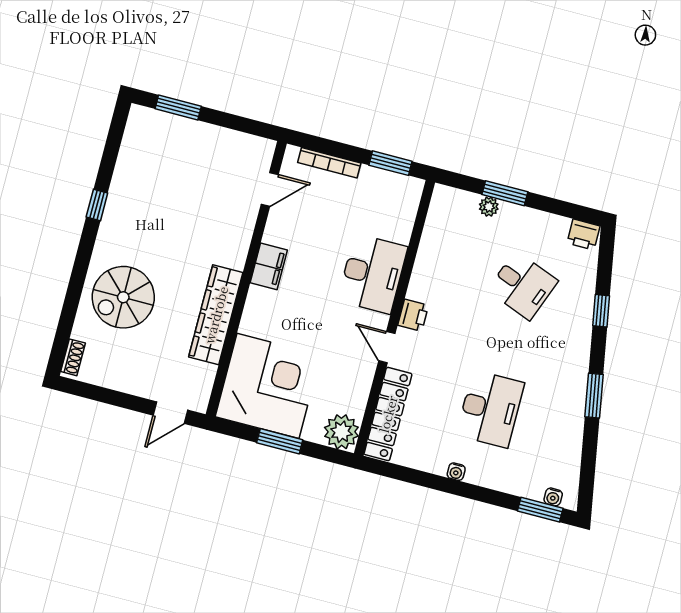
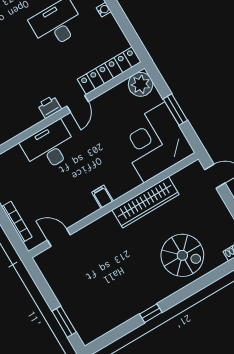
filing cabinet: (269, 266) -> (102, 197), width x0.50

